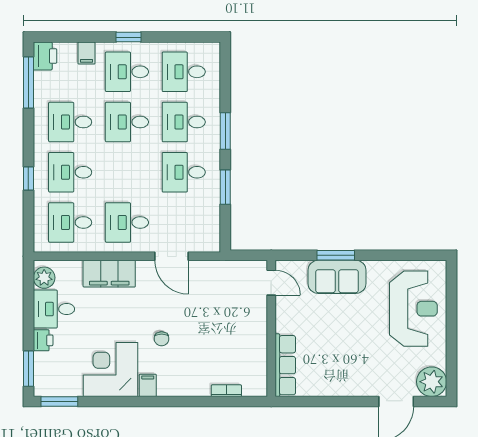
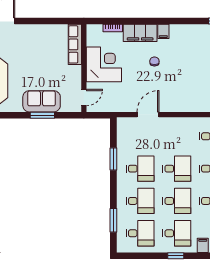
window: (225, 131) -> (113, 220), moved
desk: (127, 222) -> (177, 169), moved
door: (172, 256) -> (148, 115), hinge flipped
filing cabinet: (109, 274) -> (140, 33), moved, turned 180
door: (271, 283) -> (84, 98), swing flipped
corner desk: (111, 369) -> (104, 64), moved, turned -90

